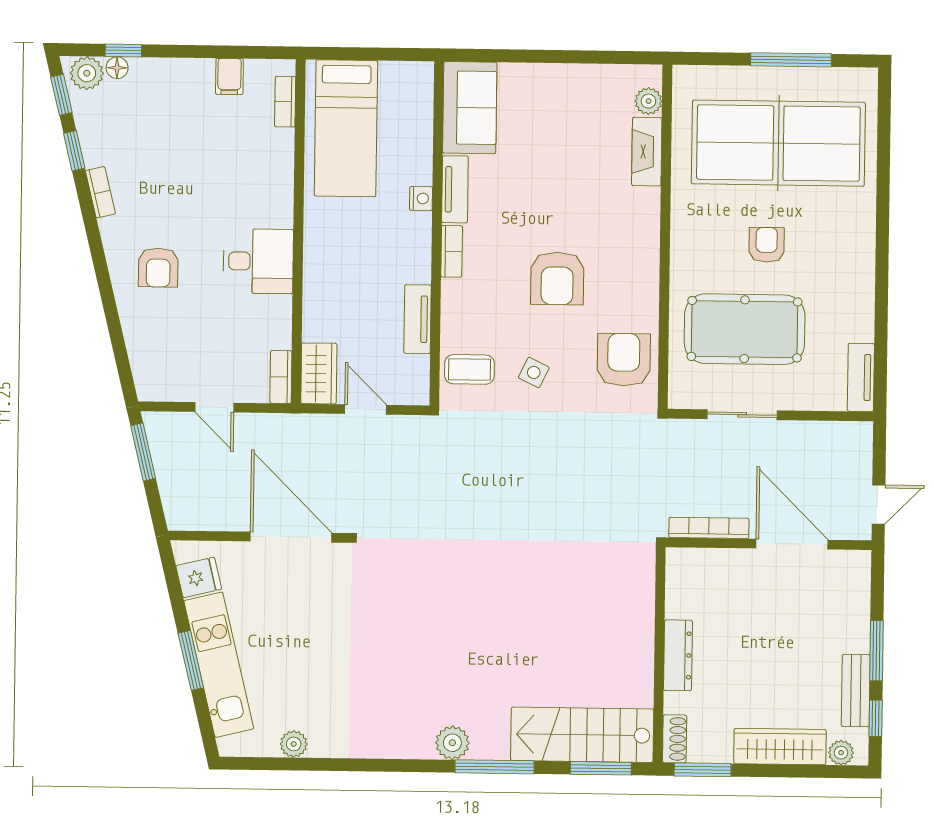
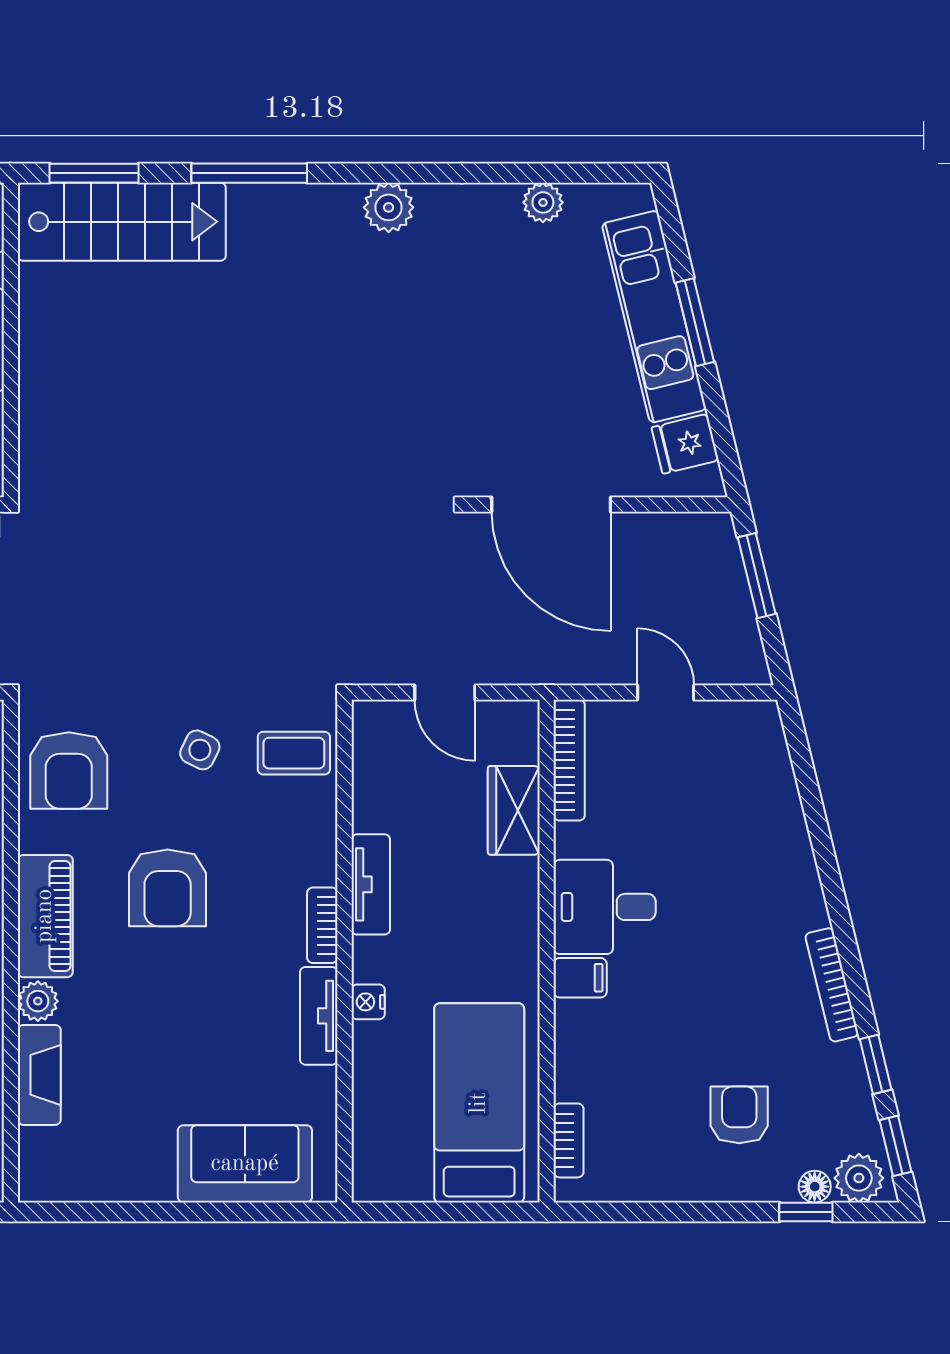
filing cabinet: (229, 76) -> (580, 978), moved, turned 90
plant: (648, 101) -> (38, 1001), moved
sofa: (470, 108) -> (245, 1164), moved, turned 90
bookcase: (100, 192) -> (832, 985), width x1.56
piano: (641, 260) -> (45, 916), added
armchair: (158, 268) -> (739, 1115), moved
armchair: (557, 278) -> (168, 888), turned 180
tv unit: (417, 319) -> (371, 884), moved
wardrobe: (319, 373) -> (514, 810), moved
bookcase: (281, 377) -> (569, 760), width x1.56
window: (143, 452) -> (757, 576), moved
plant: (452, 743) -> (389, 207), moved

